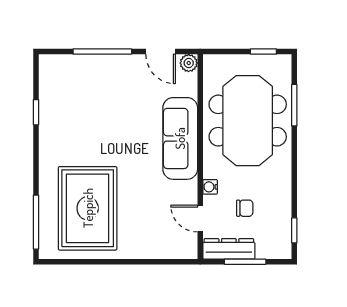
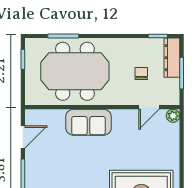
plant: (189, 63) -> (173, 116), moved
sofa: (180, 138) -> (88, 122), width x0.73
water cooler: (210, 187) -> (125, 100), removed
dresser: (229, 249) -> (172, 58), moved

